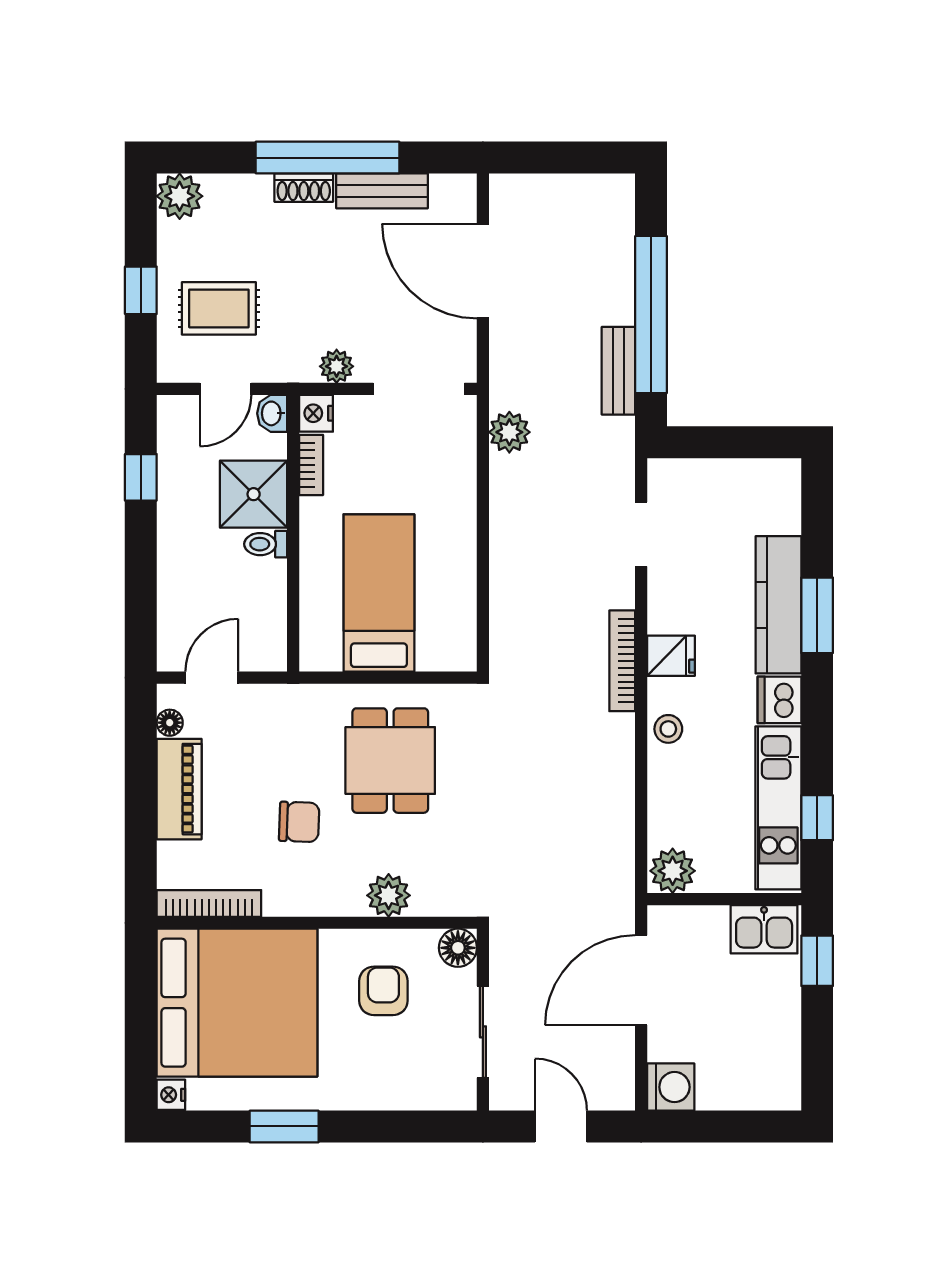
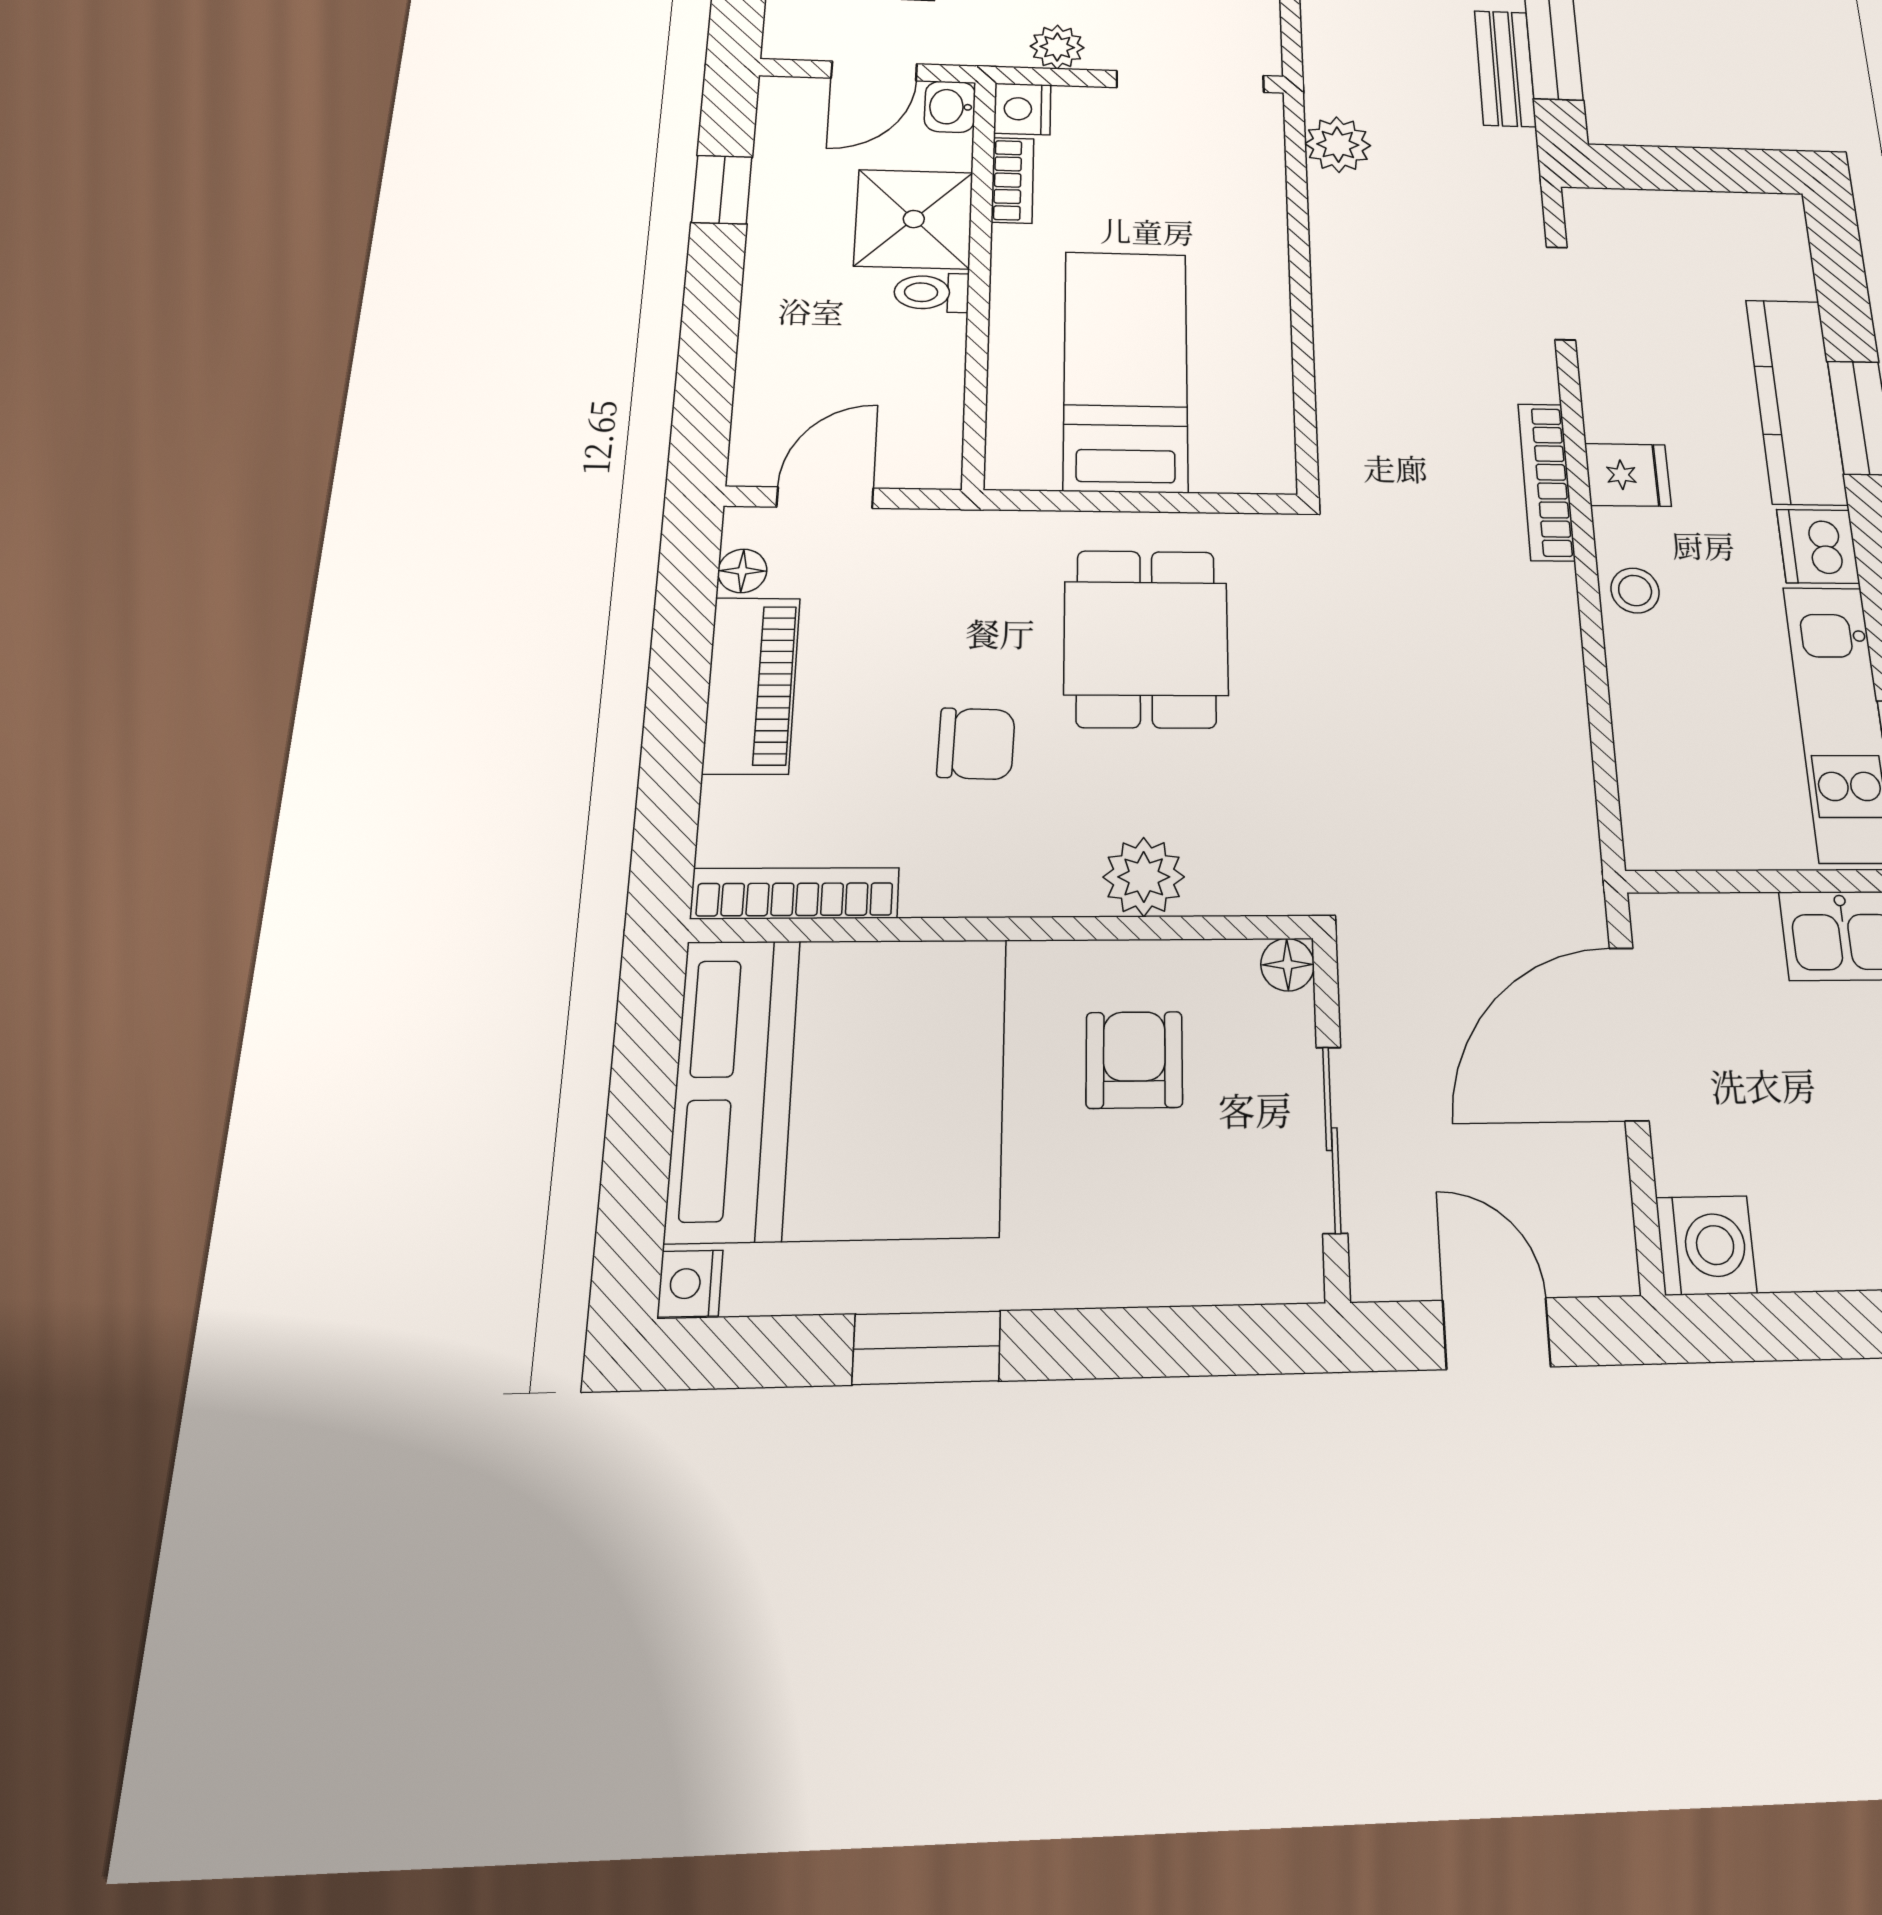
plant: (673, 871) -> (1667, 831), removed
floor lamp: (458, 948) -> (1287, 965), width x0.73, depth x0.73

